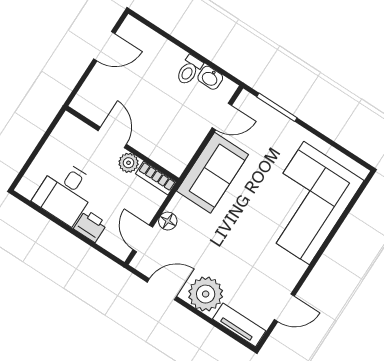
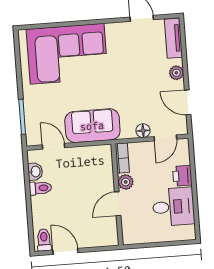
toilet: (133, 33) -> (44, 240), added
plant: (206, 294) -> (176, 73), width x0.53, depth x0.53

